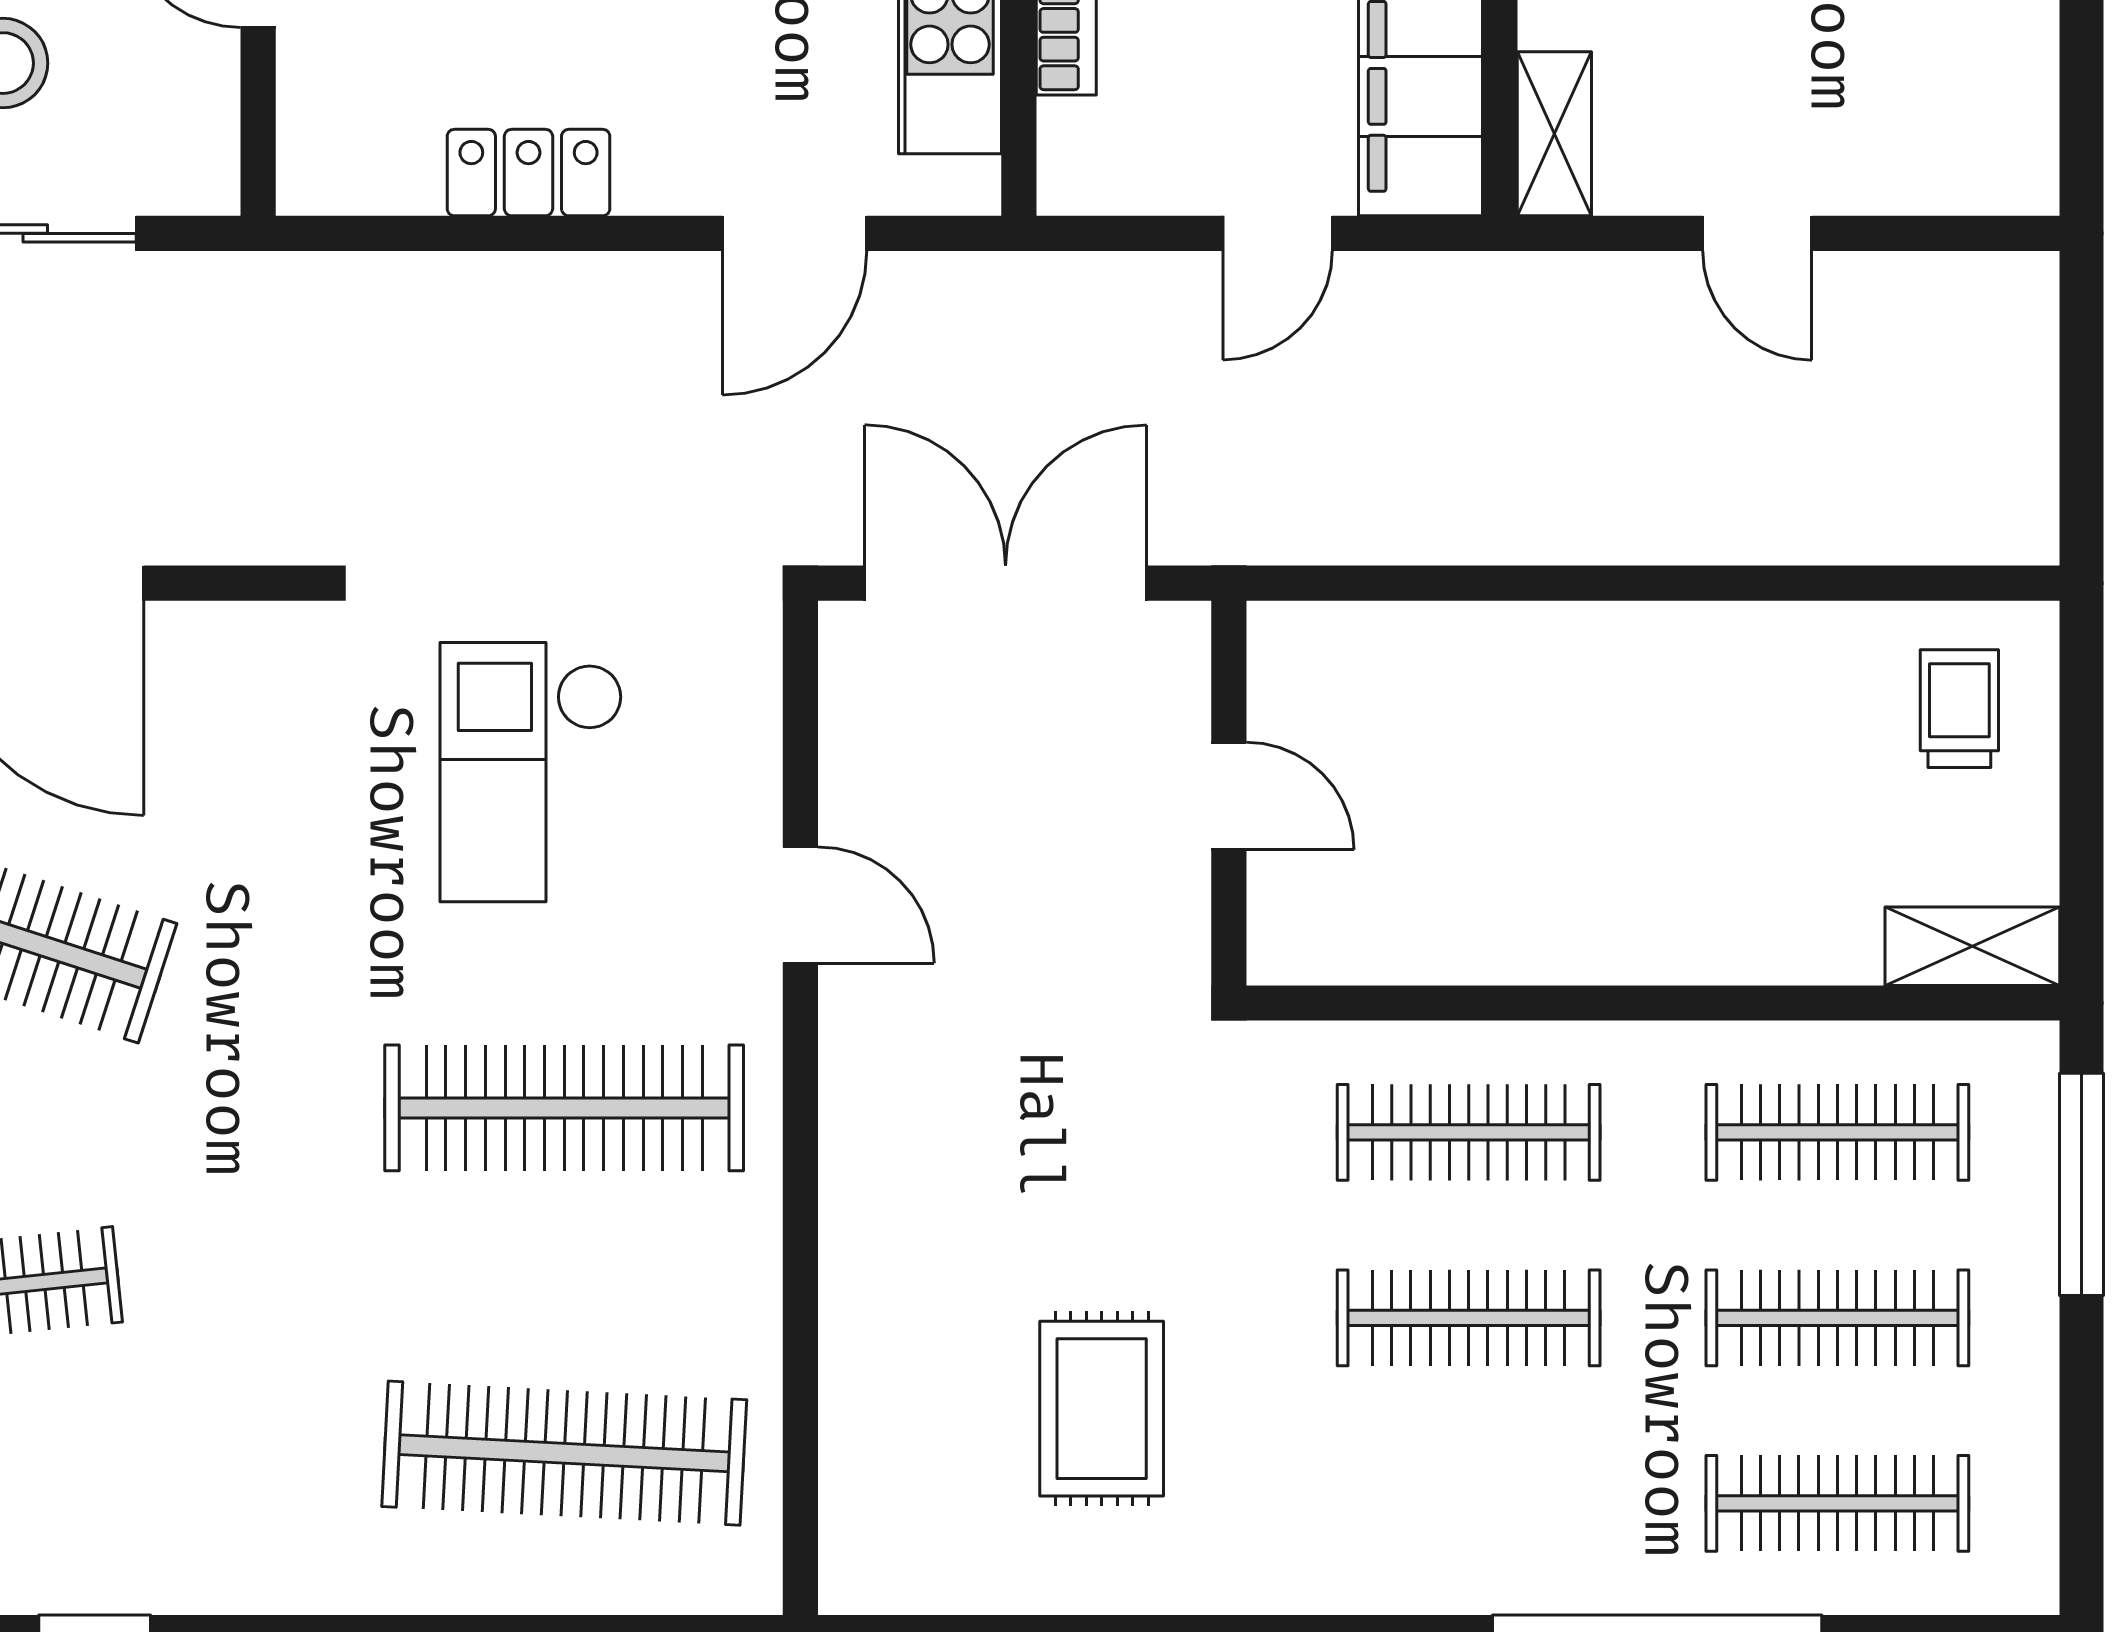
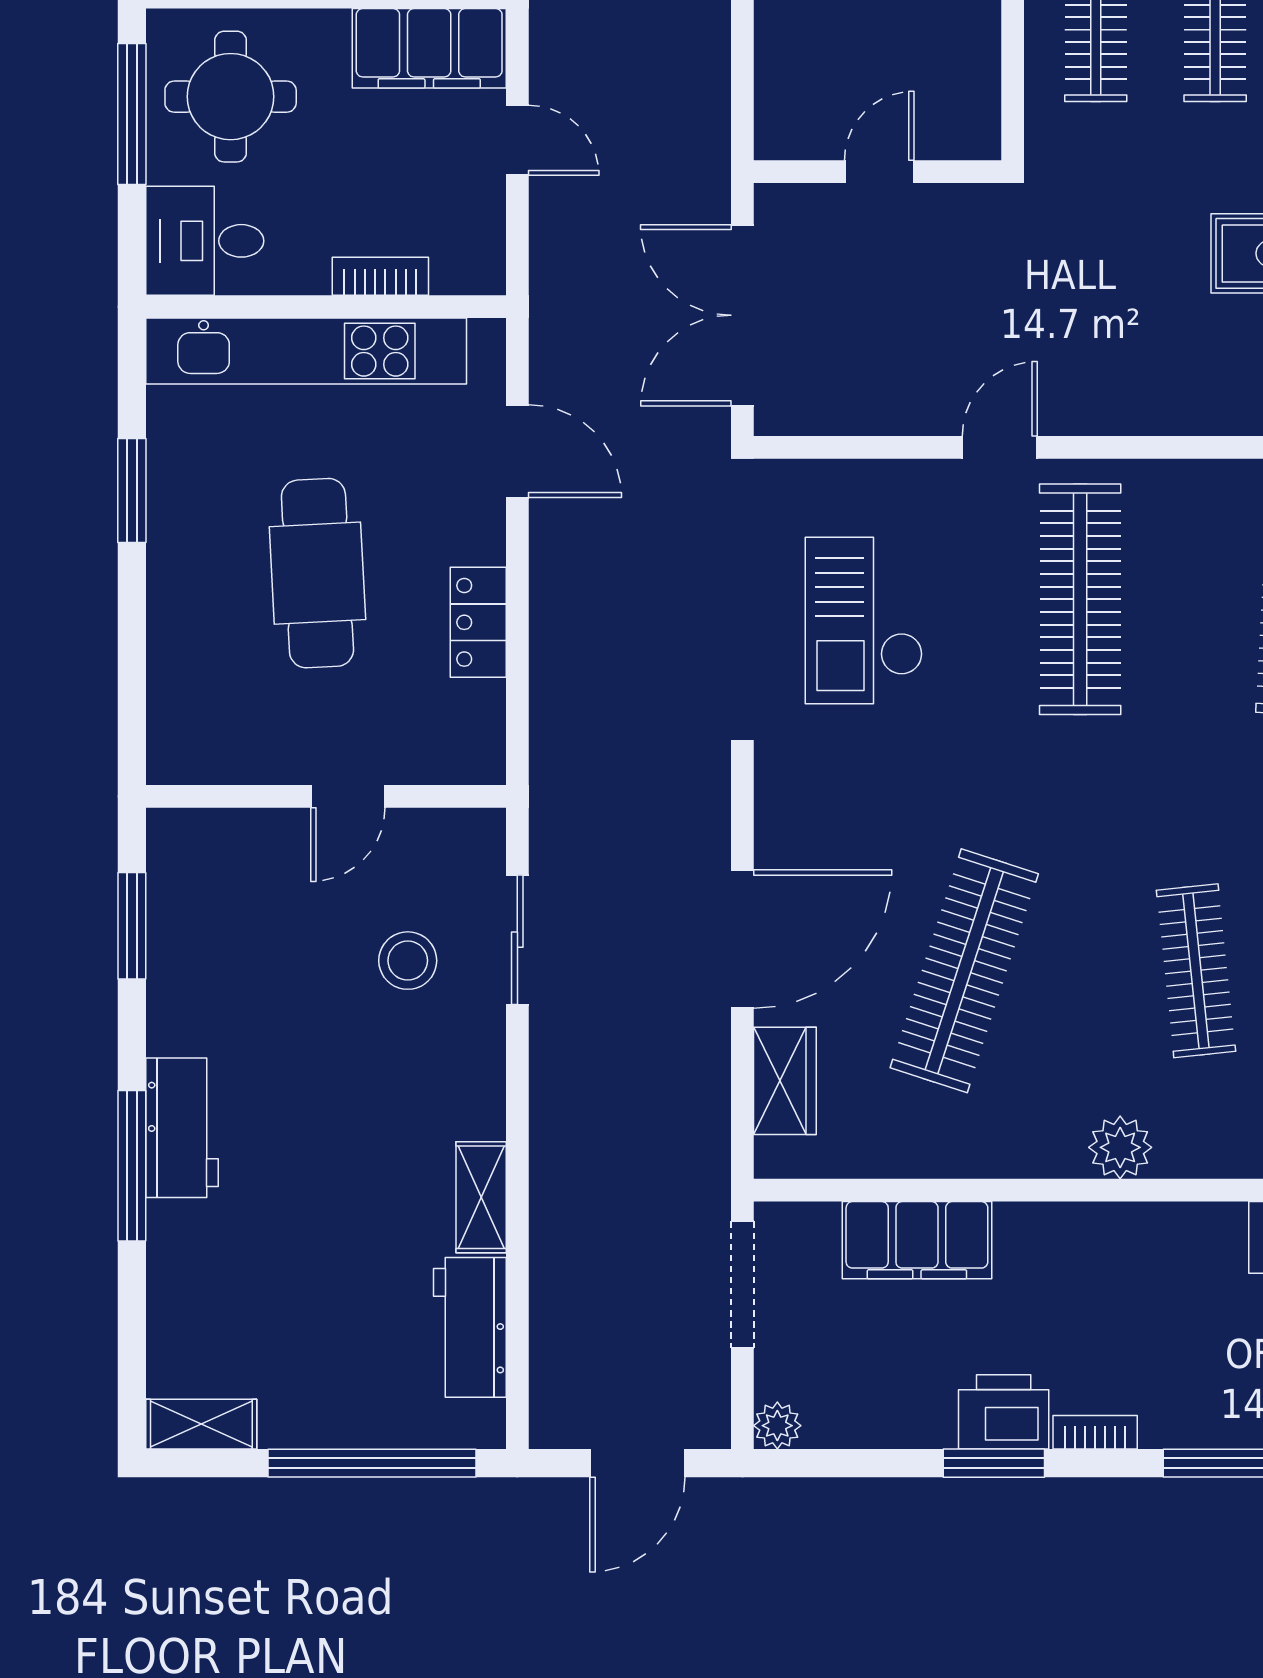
checkout: (531, 772) -> (864, 621), turned 90
door: (800, 905) -> (1000, 447), moved

